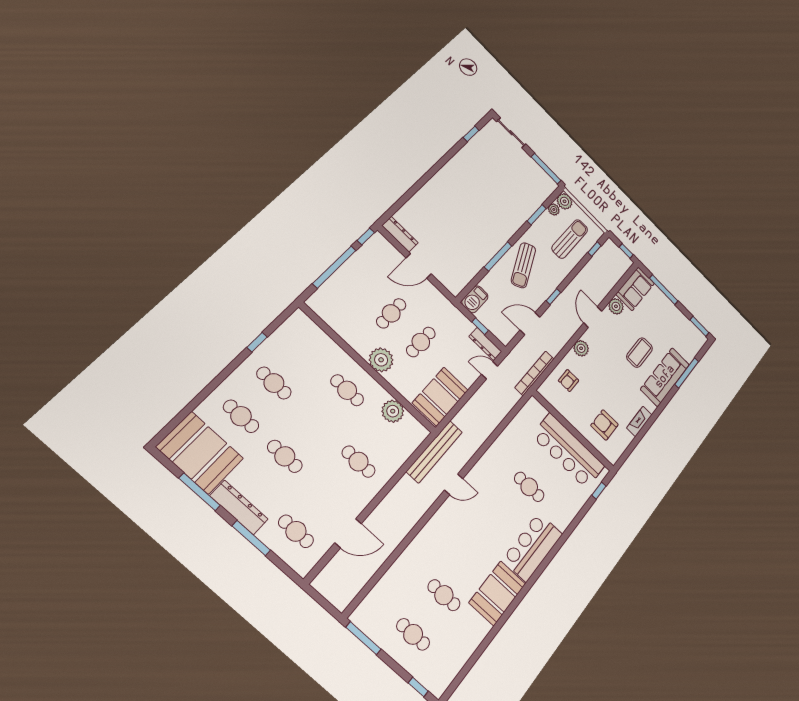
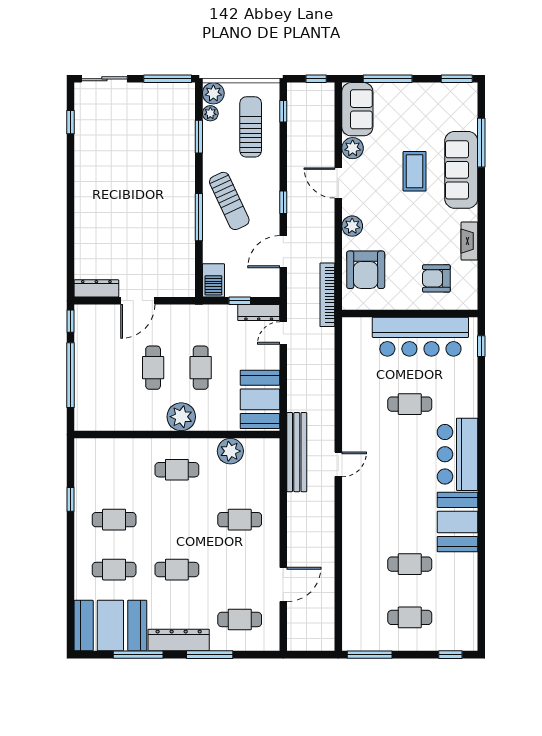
armchair: (569, 381) -> (366, 270), width x1.88, depth x1.88

